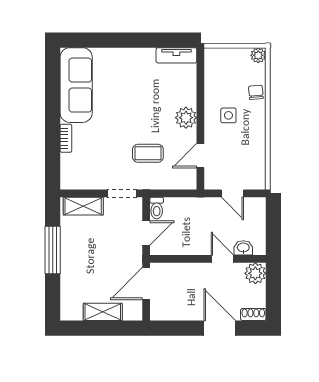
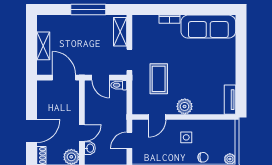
coffee table: (148, 153) -> (159, 79), width x1.36, depth x1.30
door: (200, 156) -> (157, 117), swing flipped

